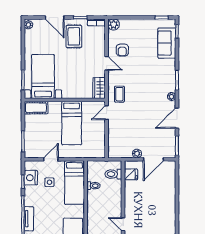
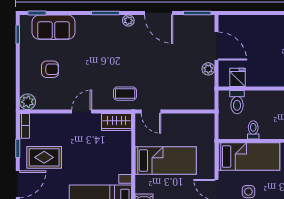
armchair: (122, 50) -> (50, 69), moved

